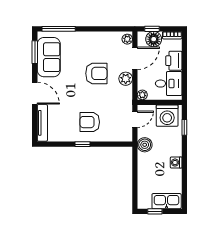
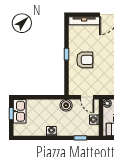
washing machine: (167, 116) -> (94, 120), width x0.53, depth x0.53
armchair: (90, 122) -> (85, 60), turned 90
kitchen sink: (167, 201) -> (20, 111), moved

